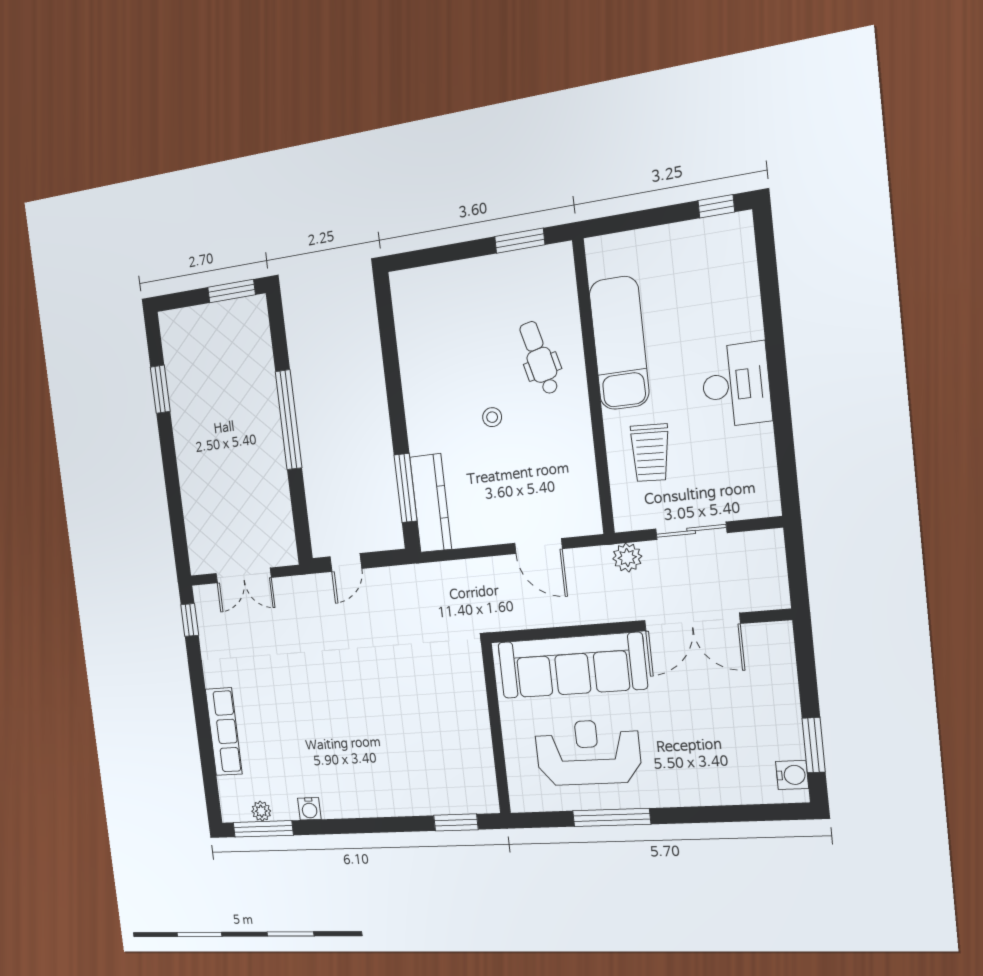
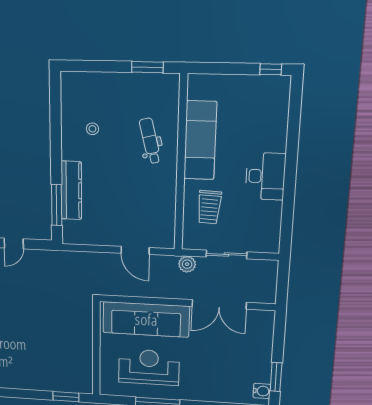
stool: (492, 417) -> (92, 129), moved
kitchen counter: (431, 503) -> (71, 190), moved

